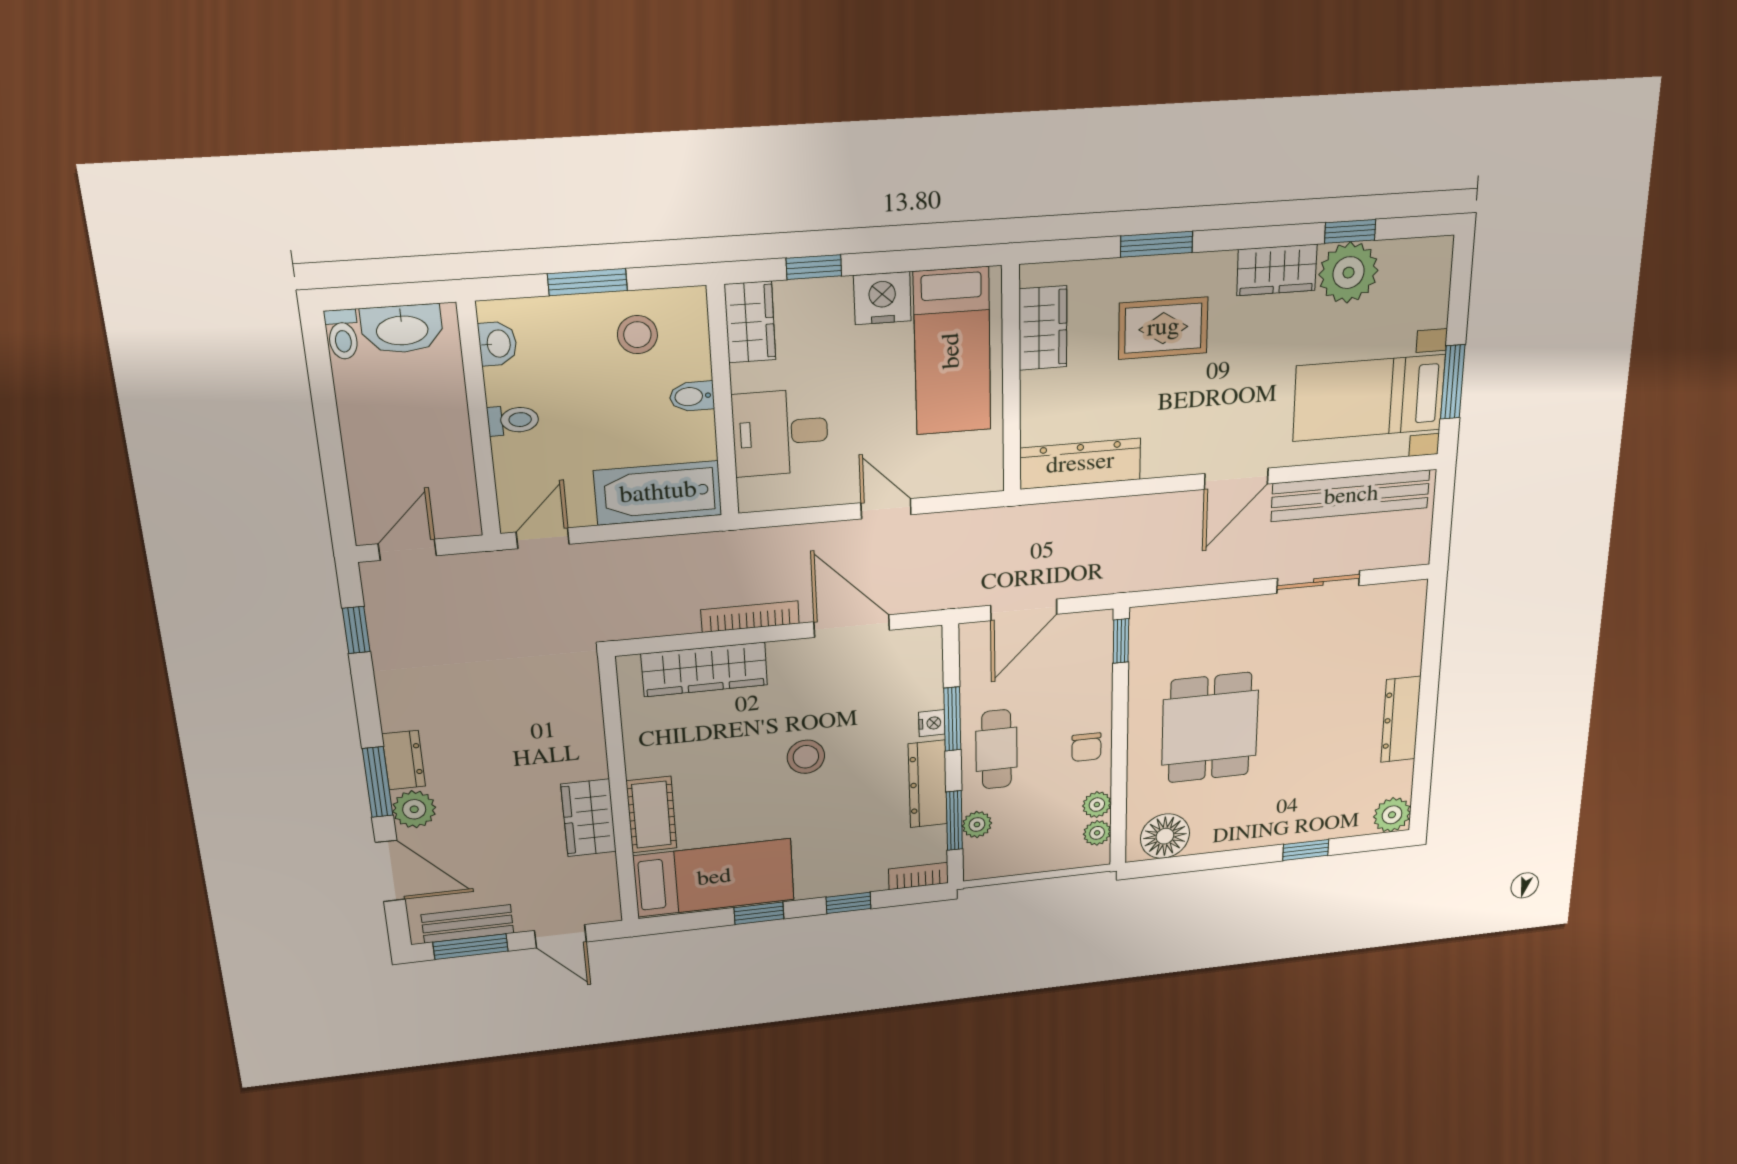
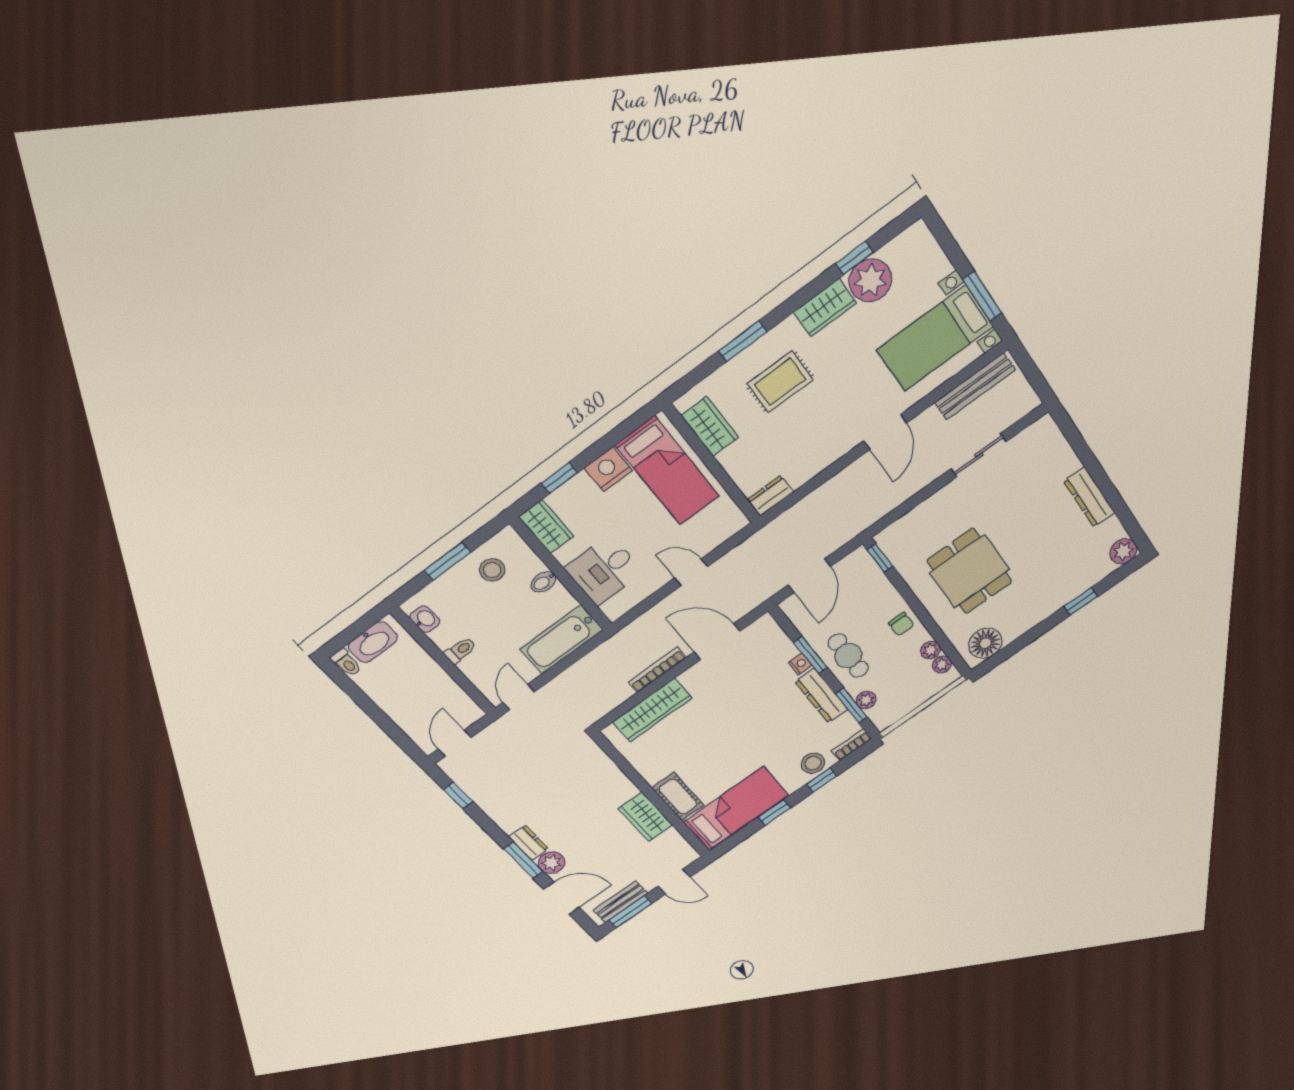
dresser: (1080, 464) -> (770, 496), width x0.51, depth x0.80
bench: (1351, 496) -> (975, 386), width x0.73, depth x0.82
stool: (806, 757) -> (813, 763), moved

